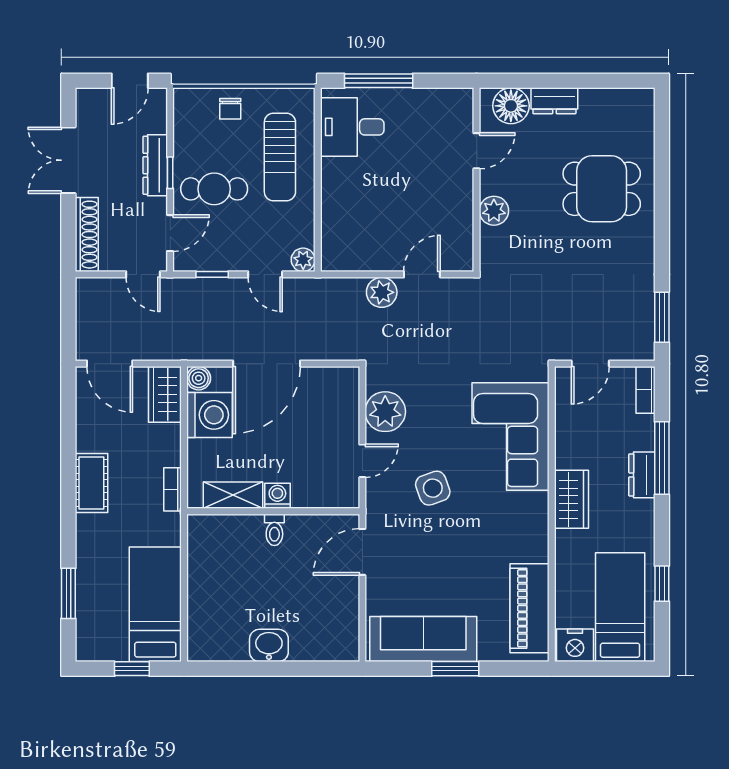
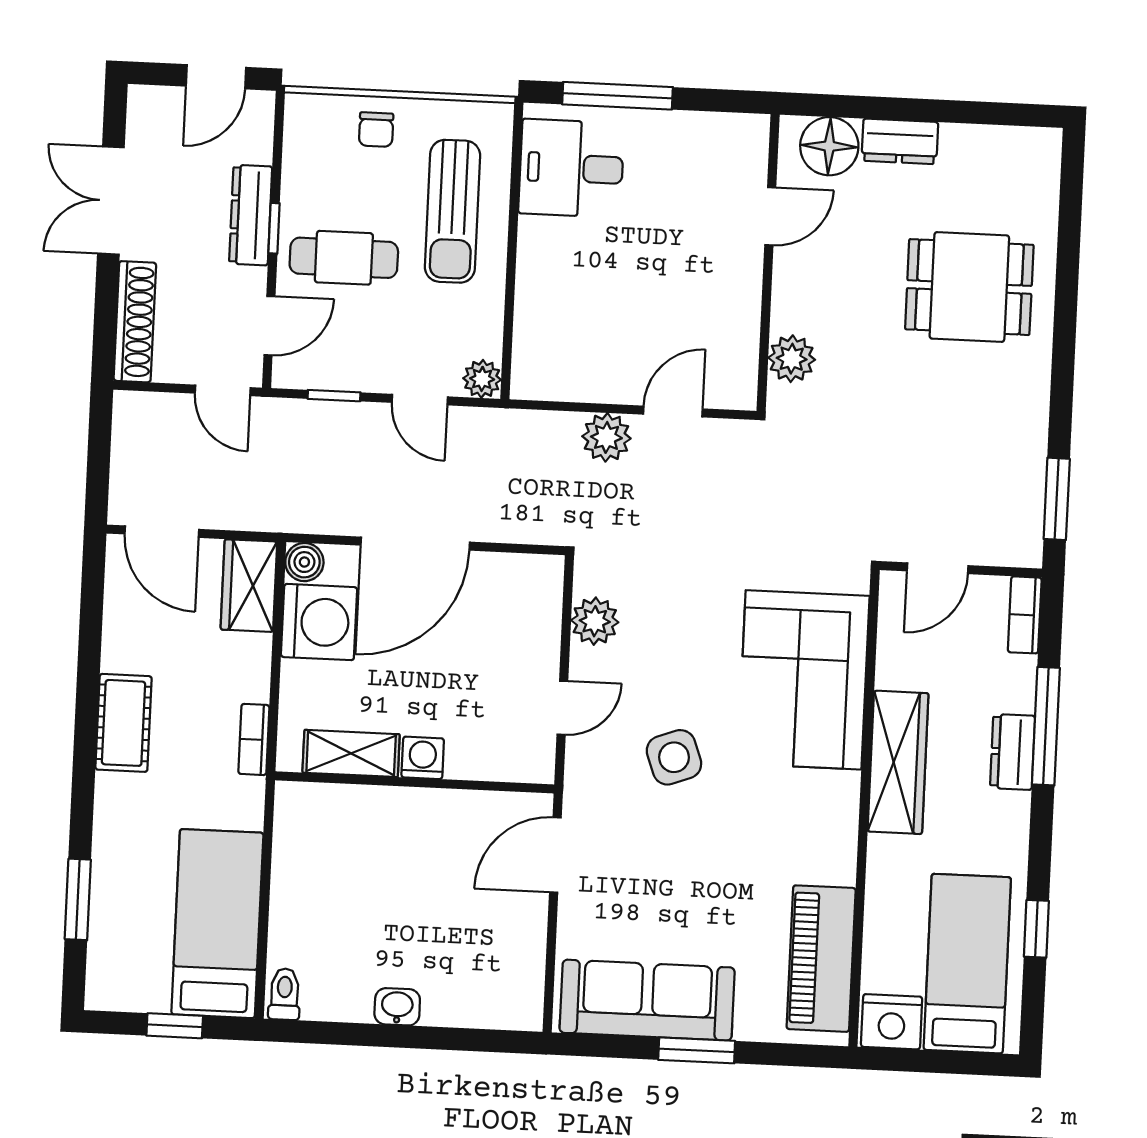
plant: (494, 211) -> (792, 359), moved
plant: (385, 412) -> (595, 621), width x0.73, depth x0.73
wardrobe: (571, 499) -> (898, 762), width x1.50
toilet: (274, 530) -> (285, 994), moved, turned 180
washbasin: (269, 645) -> (397, 1007), width x0.72, depth x0.69

